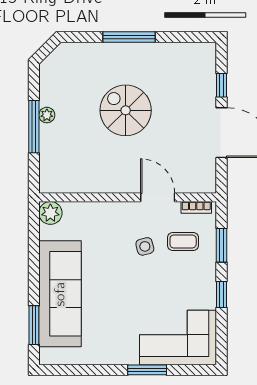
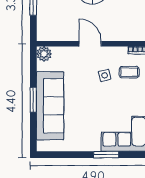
door: (158, 197) -> (90, 44), moved
window: (34, 325) -> (33, 100), moved

